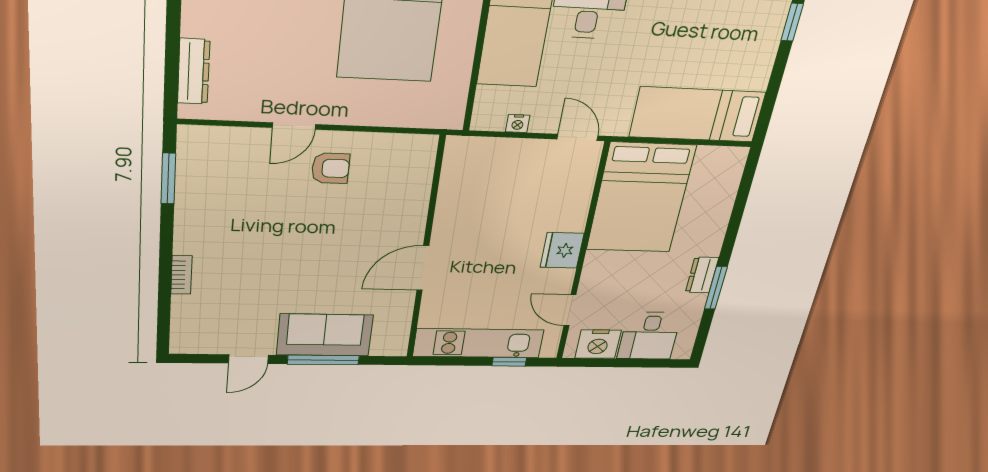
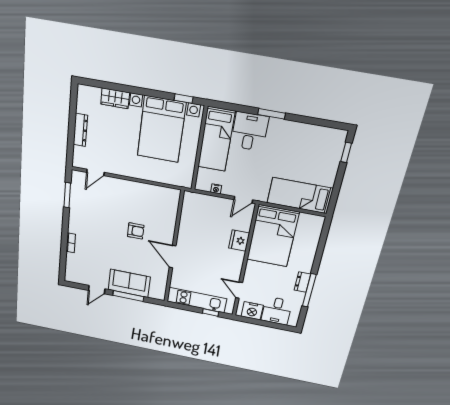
dresser: (194, 71) -> (80, 130), moved
door: (294, 126) -> (95, 172), moved
door: (577, 137) -> (243, 200), swing flipped
armchair: (331, 168) -> (136, 231), moved
fridge: (562, 250) -> (239, 240), moved
door: (423, 268) -> (173, 257), hinge flipped
window: (716, 288) -> (309, 290), width x1.44

